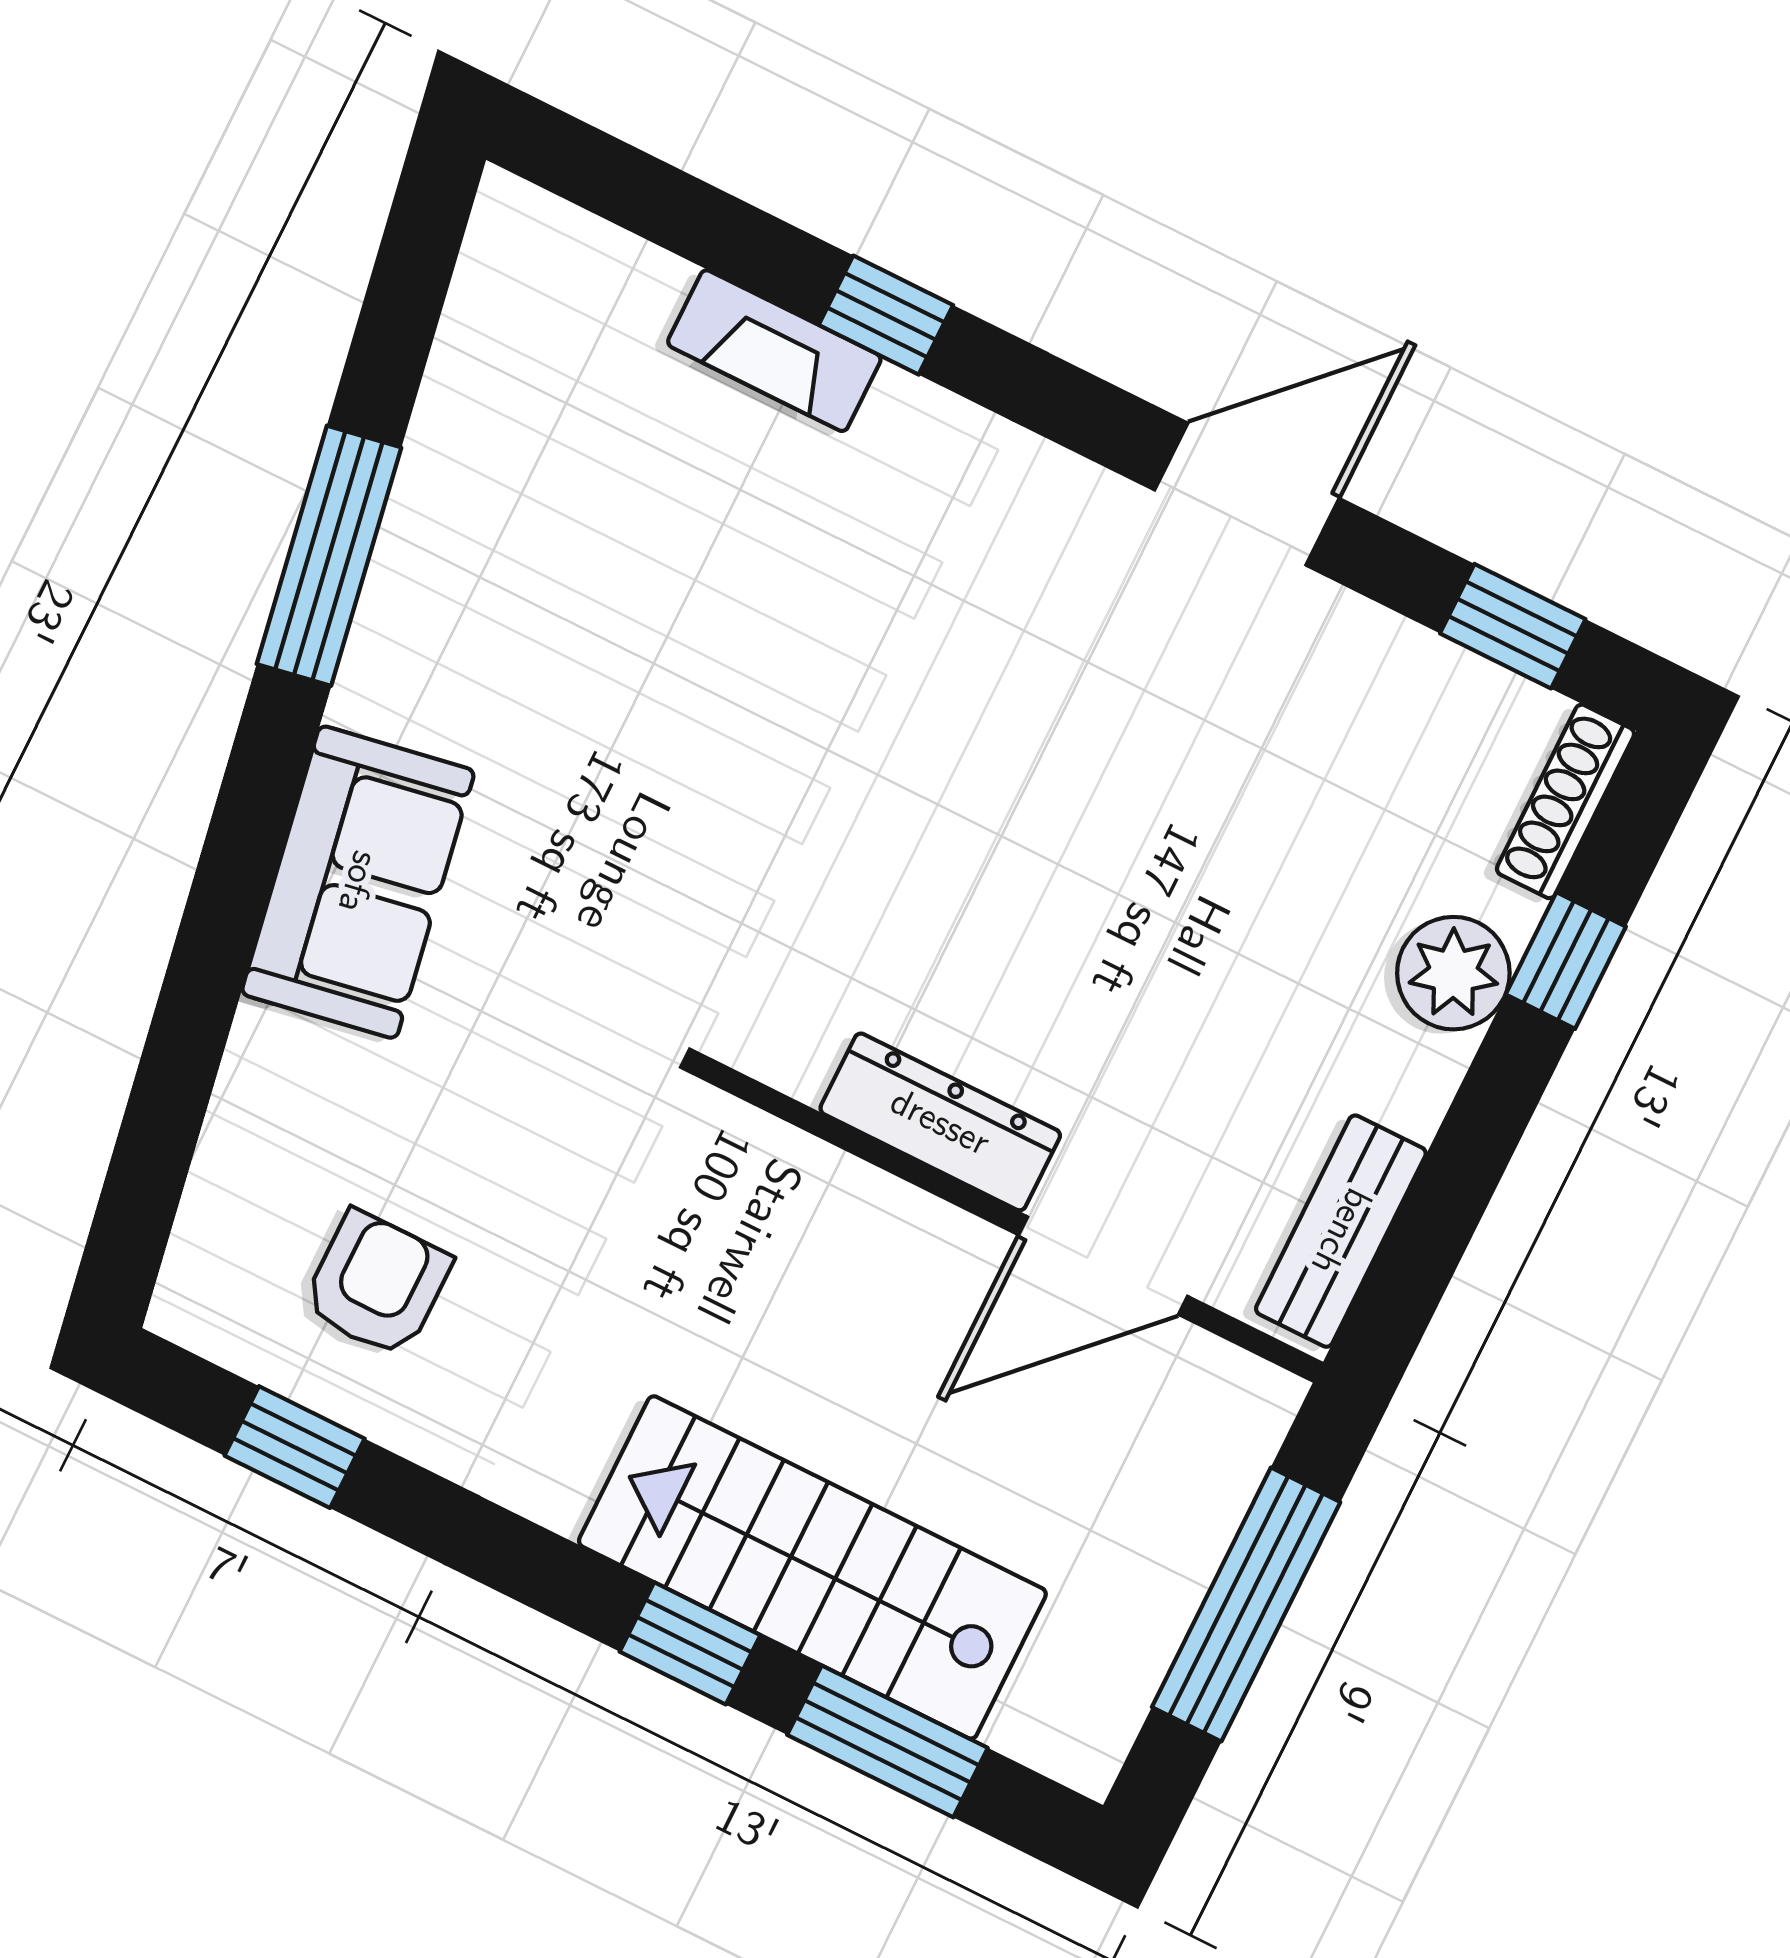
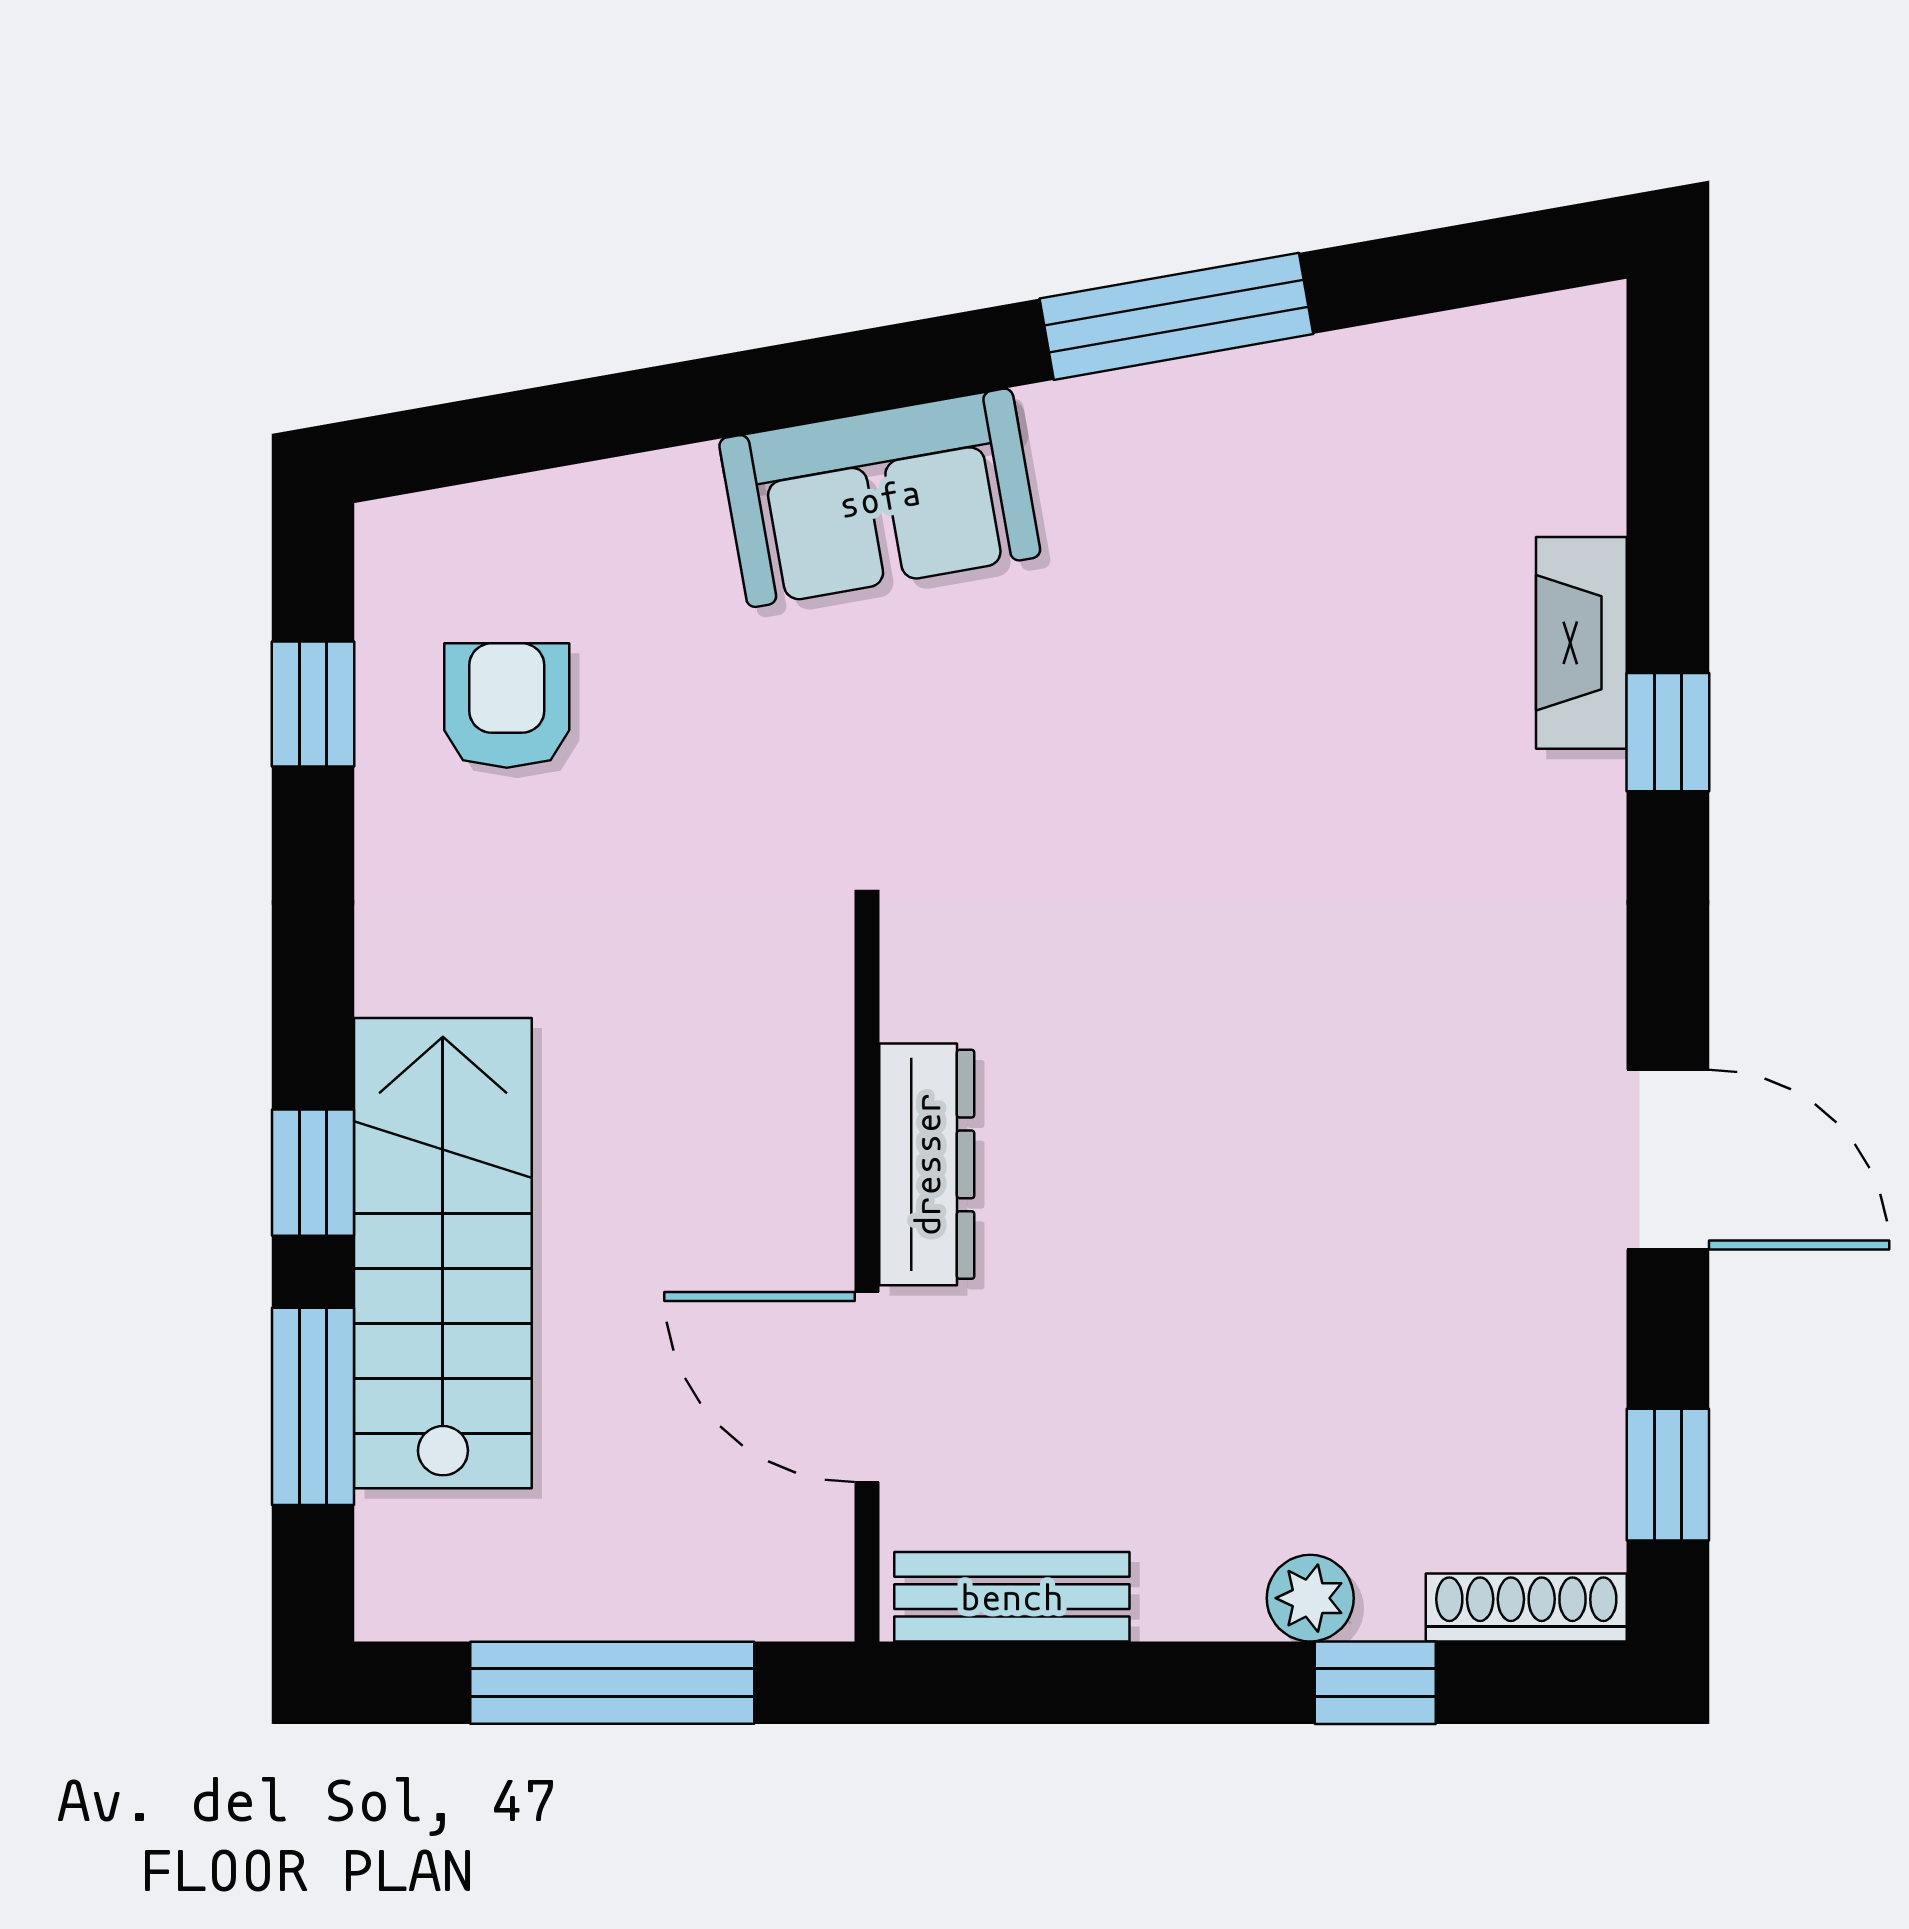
plant: (1453, 973) -> (1310, 1598), width x0.73, depth x0.73
armchair: (377, 1284) -> (507, 705), turned -90

